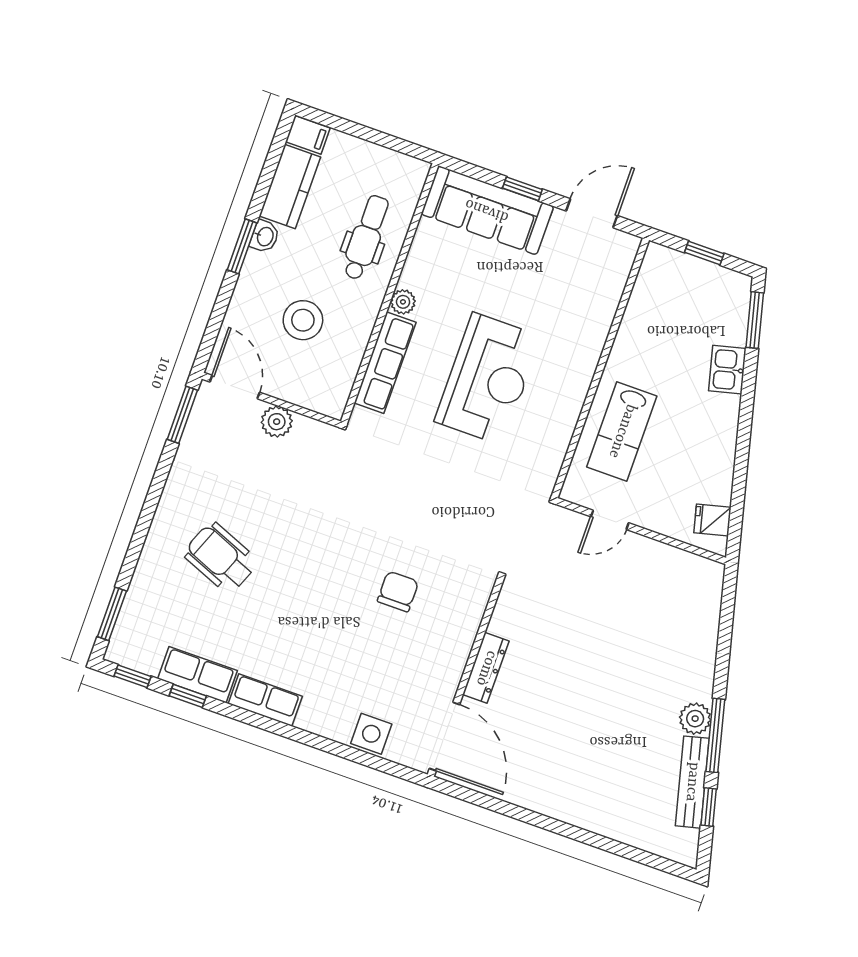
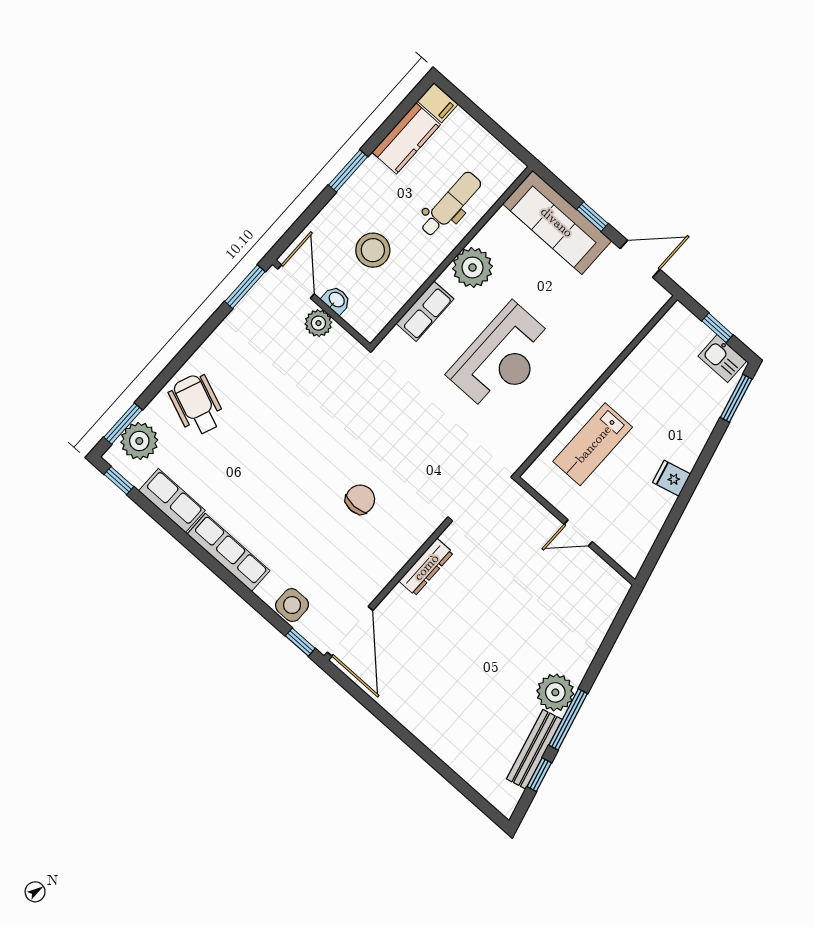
washbasin: (265, 236) -> (336, 300), moved, turned -90
plant: (403, 302) -> (473, 267), width x1.87, depth x1.87
row of seats: (385, 363) -> (425, 311), width x0.68
kitchen sink: (727, 370) -> (722, 359), moved, turned -76
door: (610, 520) -> (578, 533), moved
fridge: (712, 520) -> (672, 478), moved
wheelchair: (221, 558) -> (197, 405), moved
plant: (137, 625) -> (139, 441), added
dresser: (486, 668) -> (426, 567), moved
window: (188, 696) -> (300, 642), moved
row of seats: (265, 700) -> (228, 552), width x1.48
plant: (695, 719) -> (555, 692), width x1.36, depth x1.36

